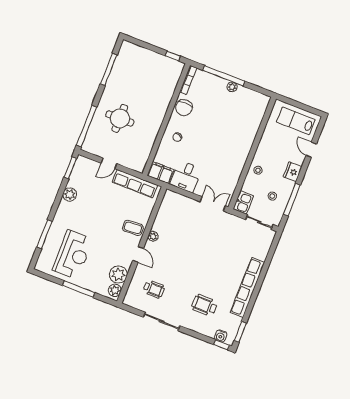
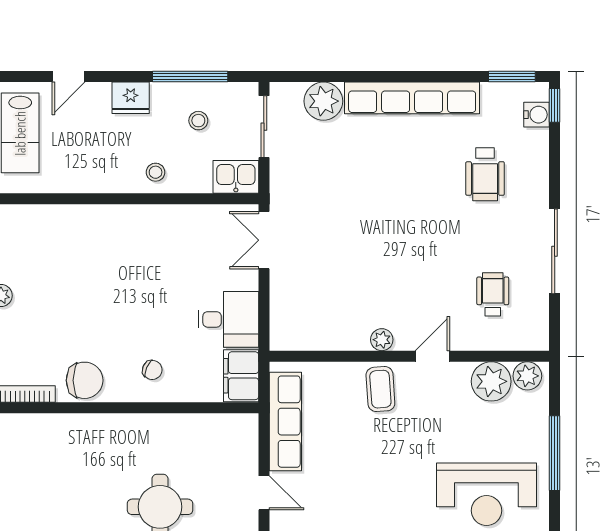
plant: (260, 251) -> (323, 101), added
reception desk: (73, 255) -> (486, 494), turned 180

